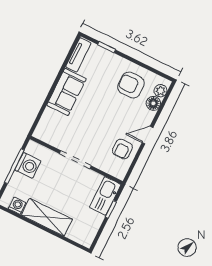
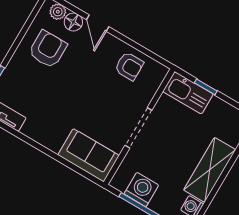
armchair: (131, 85) -> (48, 49), turned 180
sofa: (66, 92) -> (88, 155), moved
door: (148, 135) -> (98, 23), moved

